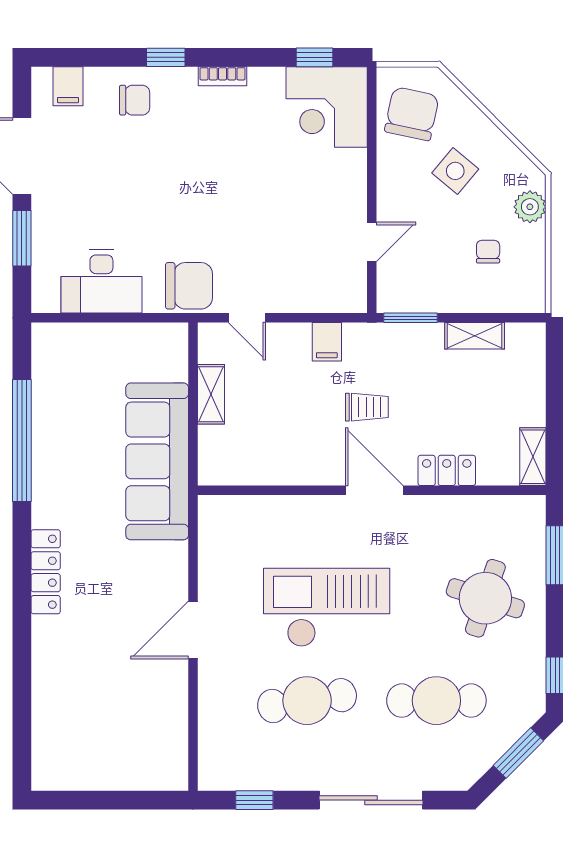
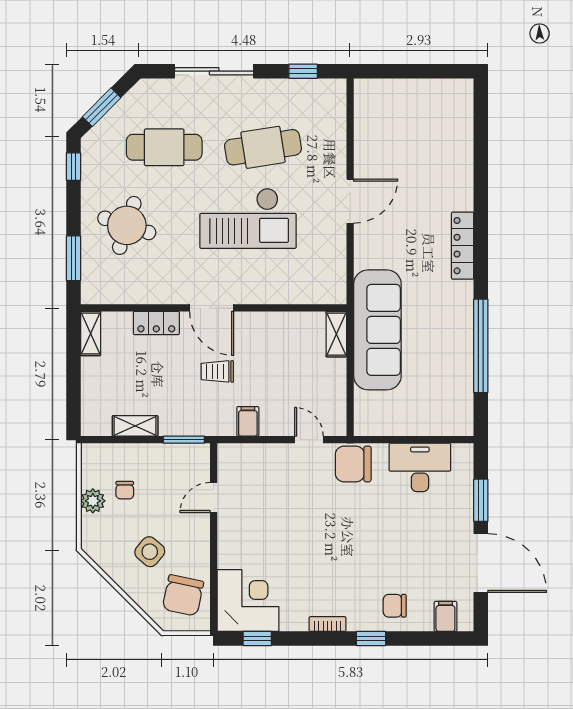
plant: (530, 207) -> (93, 501), moved
shelving: (211, 394) -> (336, 334), moved

